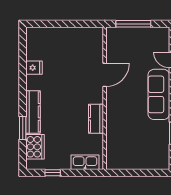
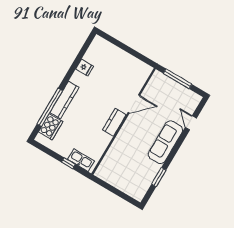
kitchen counter: (96, 119) -> (114, 122), moved
window: (23, 128) -> (50, 107), width x2.11
window: (53, 173) -> (68, 163), moved

